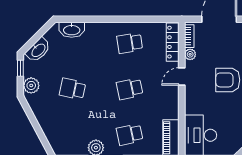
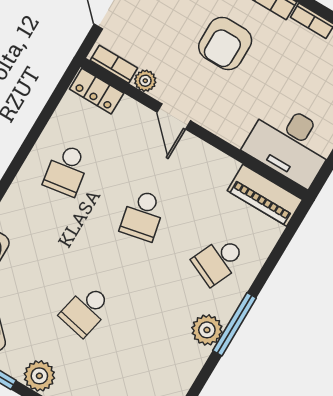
locker: (173, 42) -> (97, 91), width x0.66
school desk: (130, 135) -> (219, 261), turned 36

